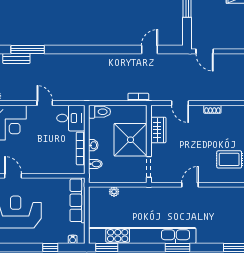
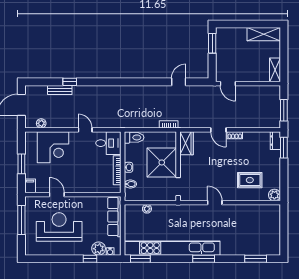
window: (28, 49) -> (70, 82), width x0.46
door: (180, 103) -> (218, 130), moved
wardrobe: (158, 130) -> (187, 143), moved
door: (190, 185) -> (215, 203), hinge flipped
plant: (60, 236) -> (99, 249), added

